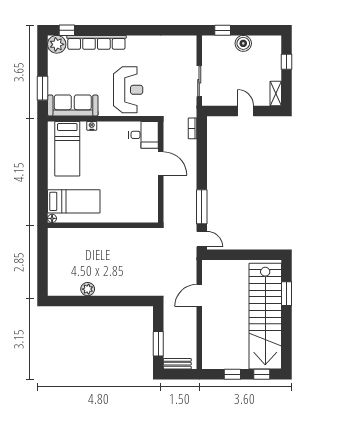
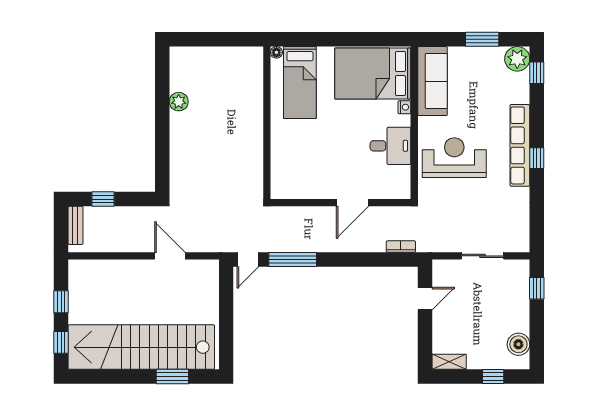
window: (128, 30) -> (537, 158), added
row of seats: (96, 42) -> (520, 145), moved
boiler: (243, 43) -> (518, 344), moved
sliding door: (199, 81) -> (483, 256), moved
window: (43, 88) -> (482, 39), moved
reception desk: (128, 90) -> (454, 158), turned 180
door: (246, 111) -> (425, 299), moved
desk: (144, 135) -> (390, 146), moved, turned -90
bed: (67, 149) -> (373, 74), width x1.50
window: (158, 344) -> (103, 199), width x0.67

